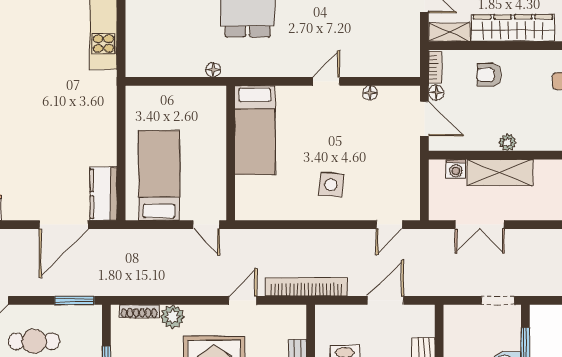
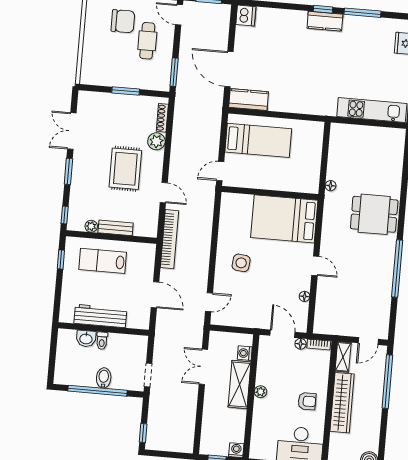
armchair: (489, 75) -> (307, 401), moved, turned 90
door: (424, 119) -> (283, 334), swing flipped
bed: (255, 130) -> (284, 219), width x1.50
door: (389, 225) -> (209, 302), swing flipped

